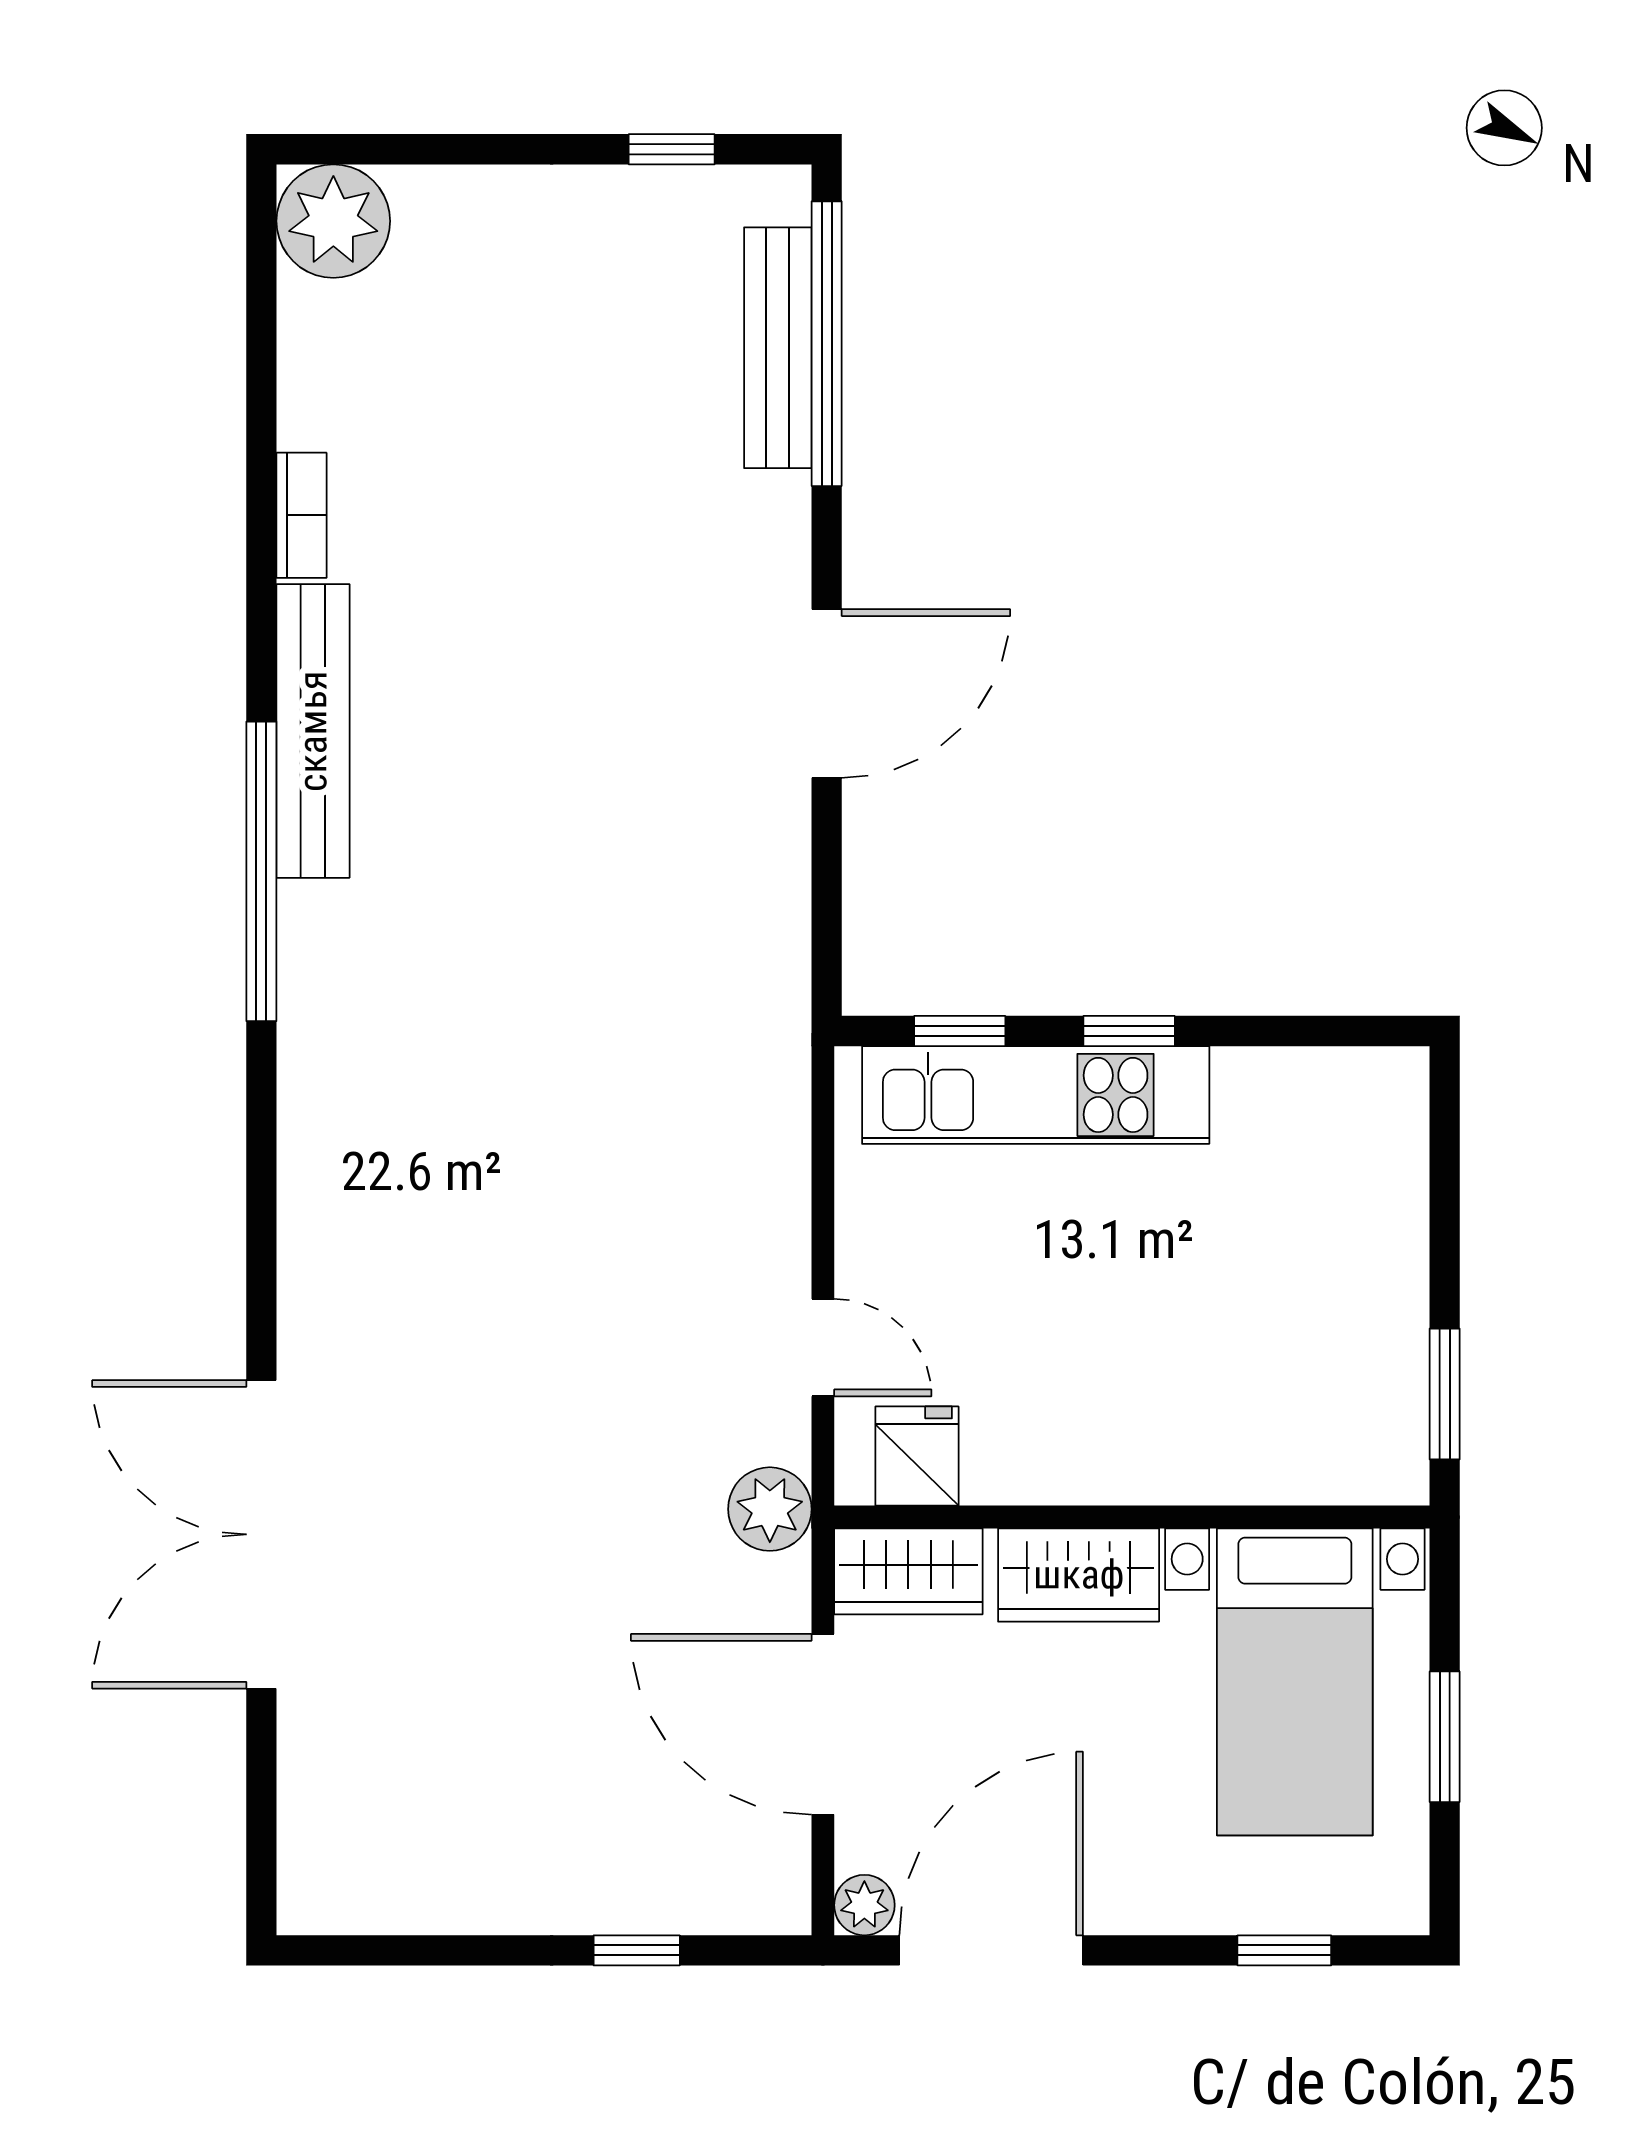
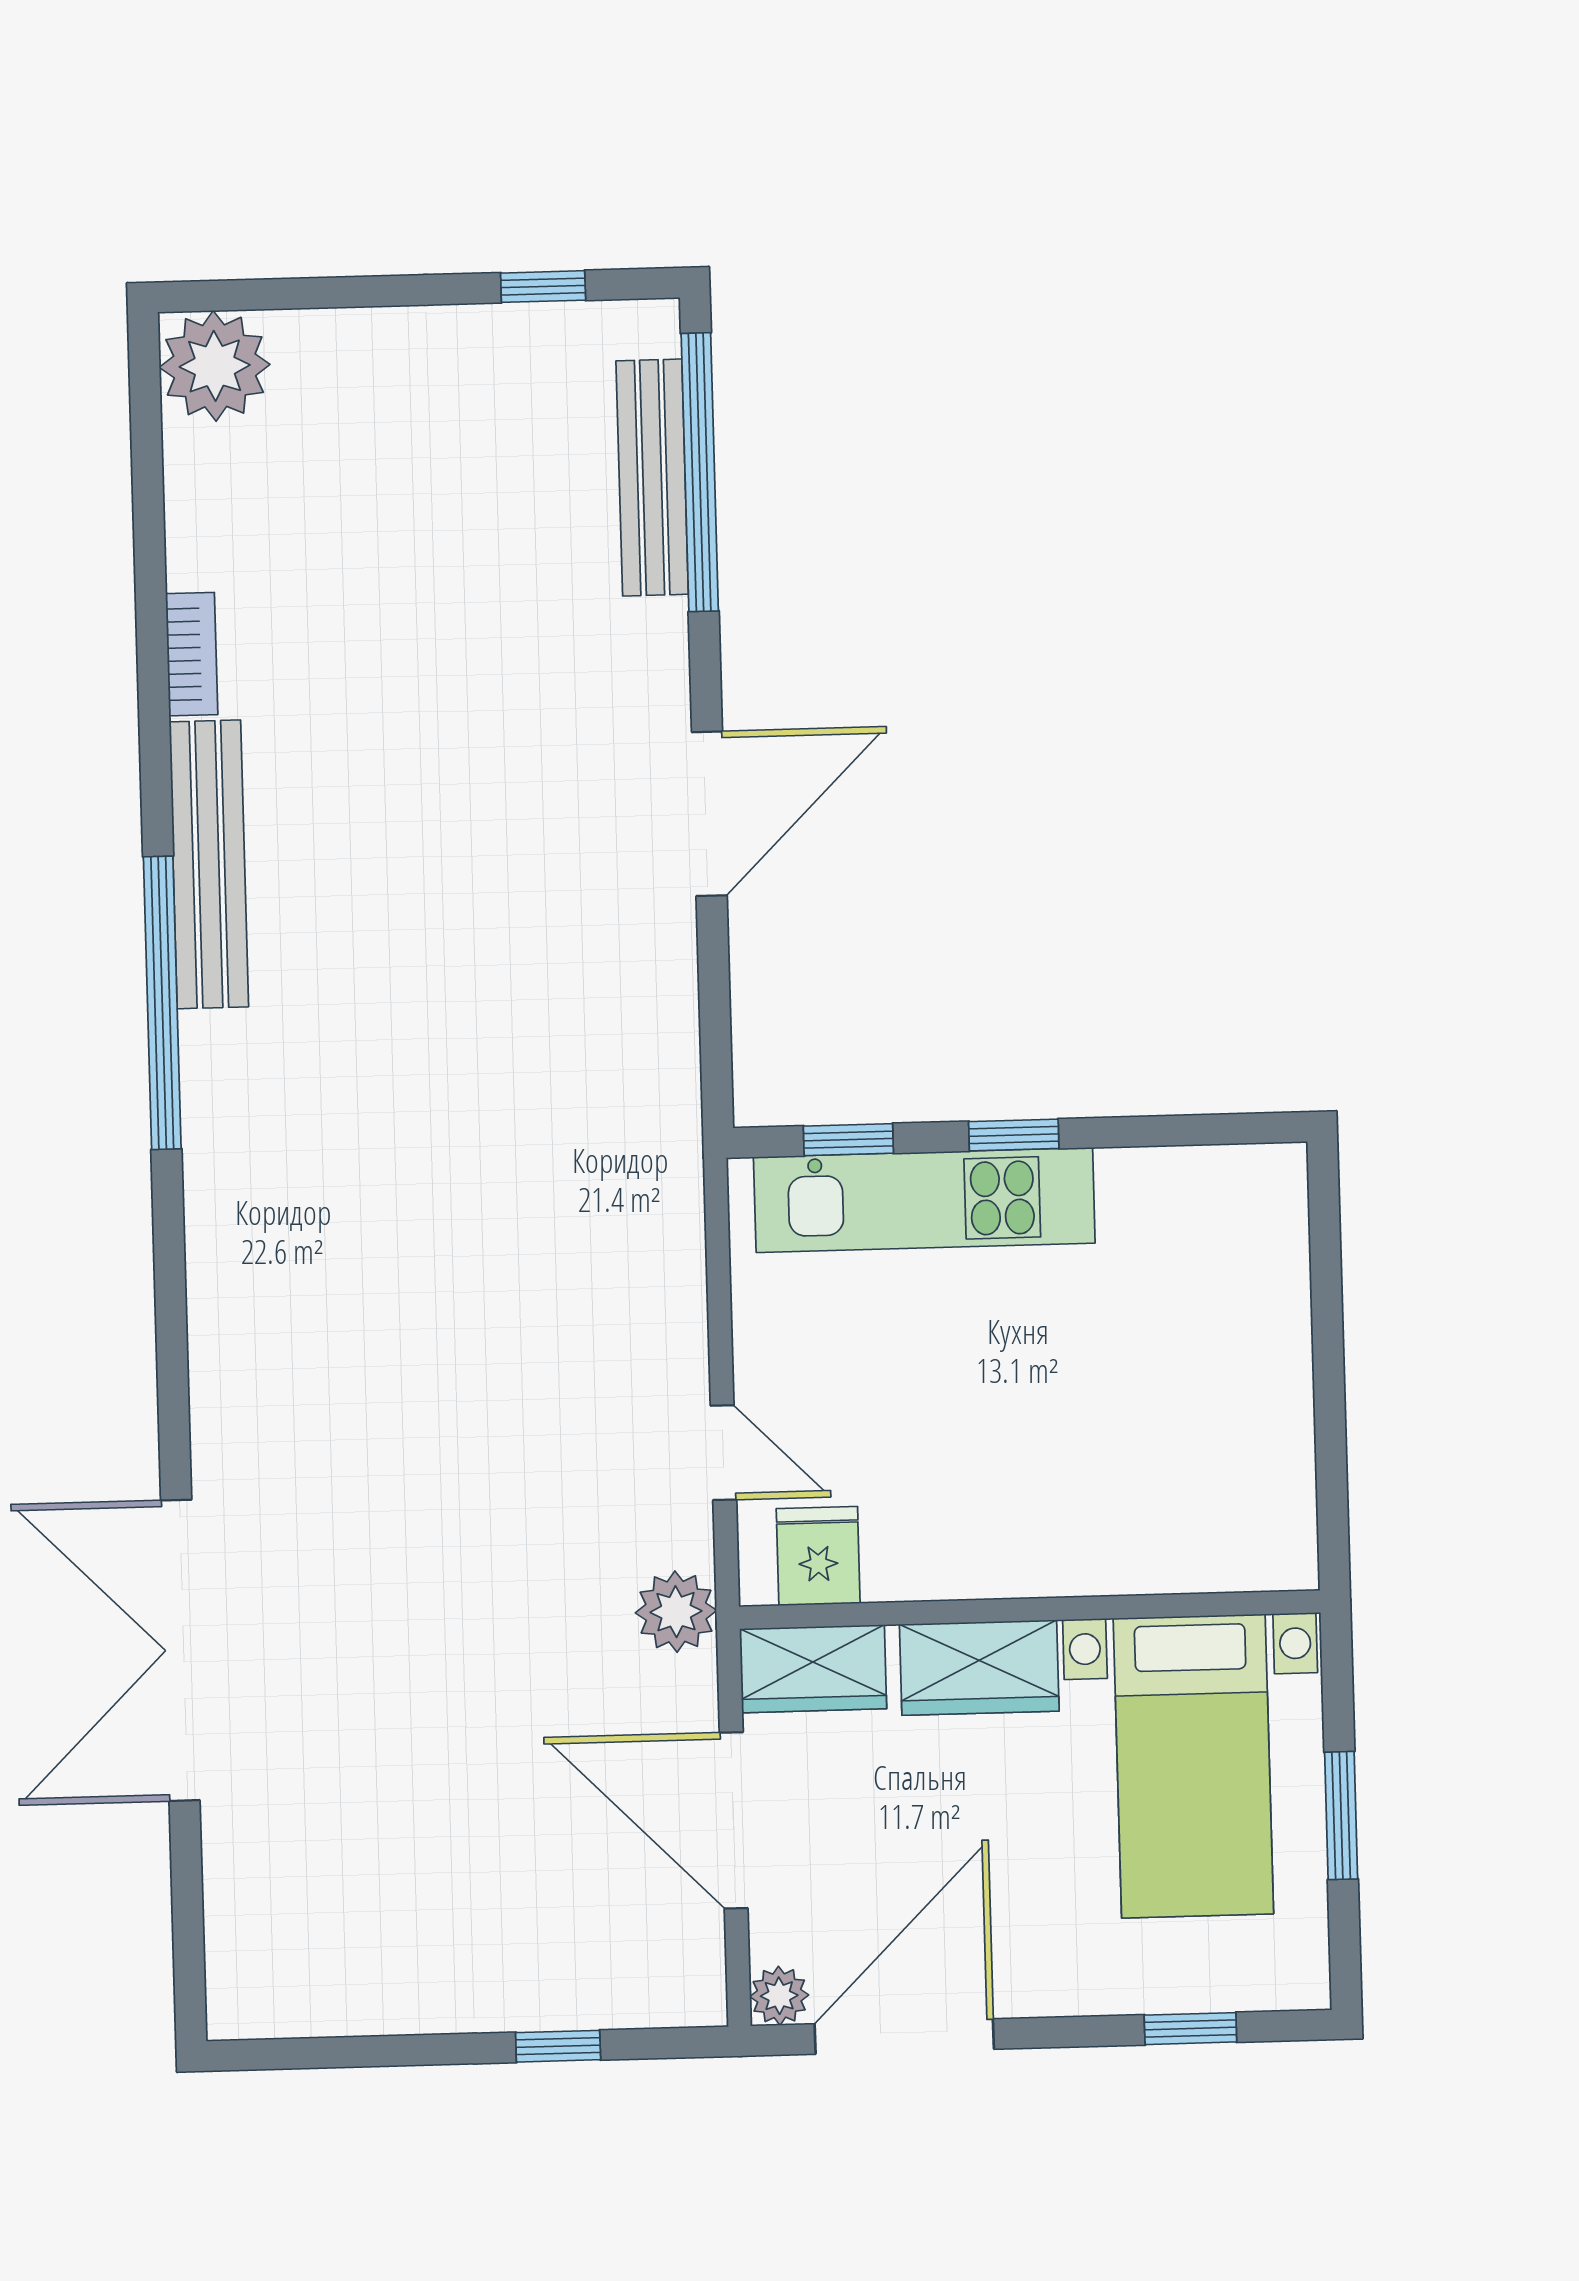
window: (1445, 1394) -> (1332, 1481), removed

